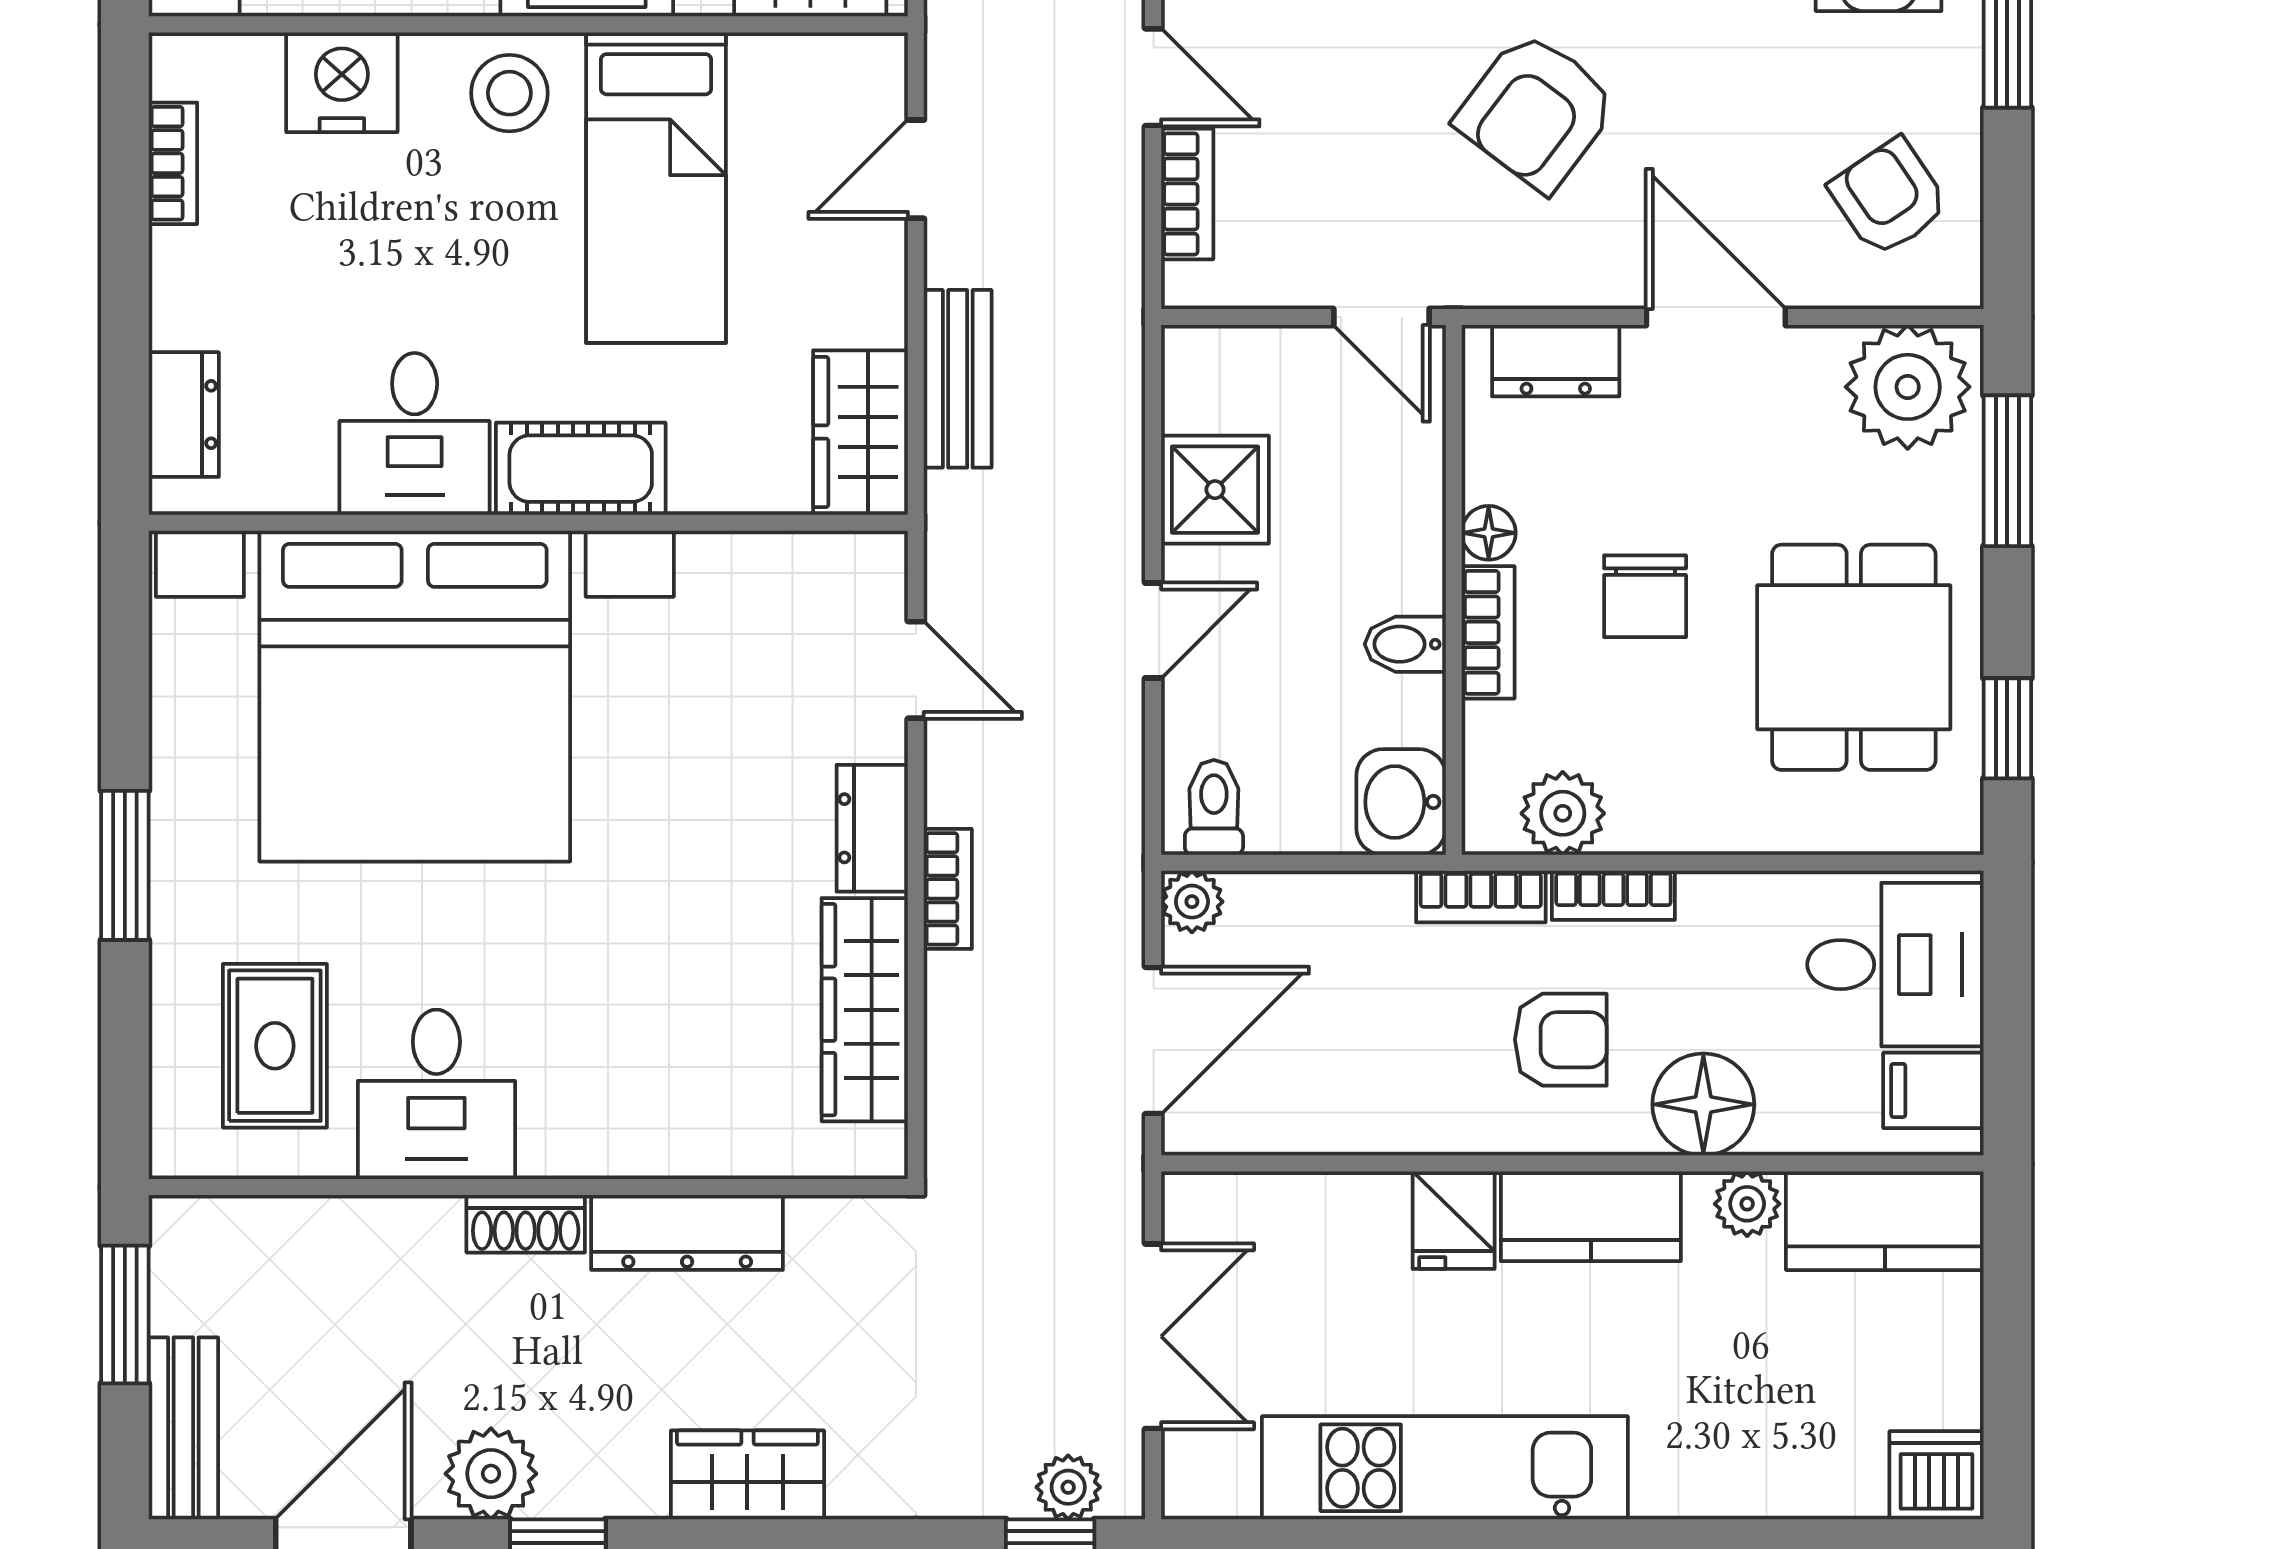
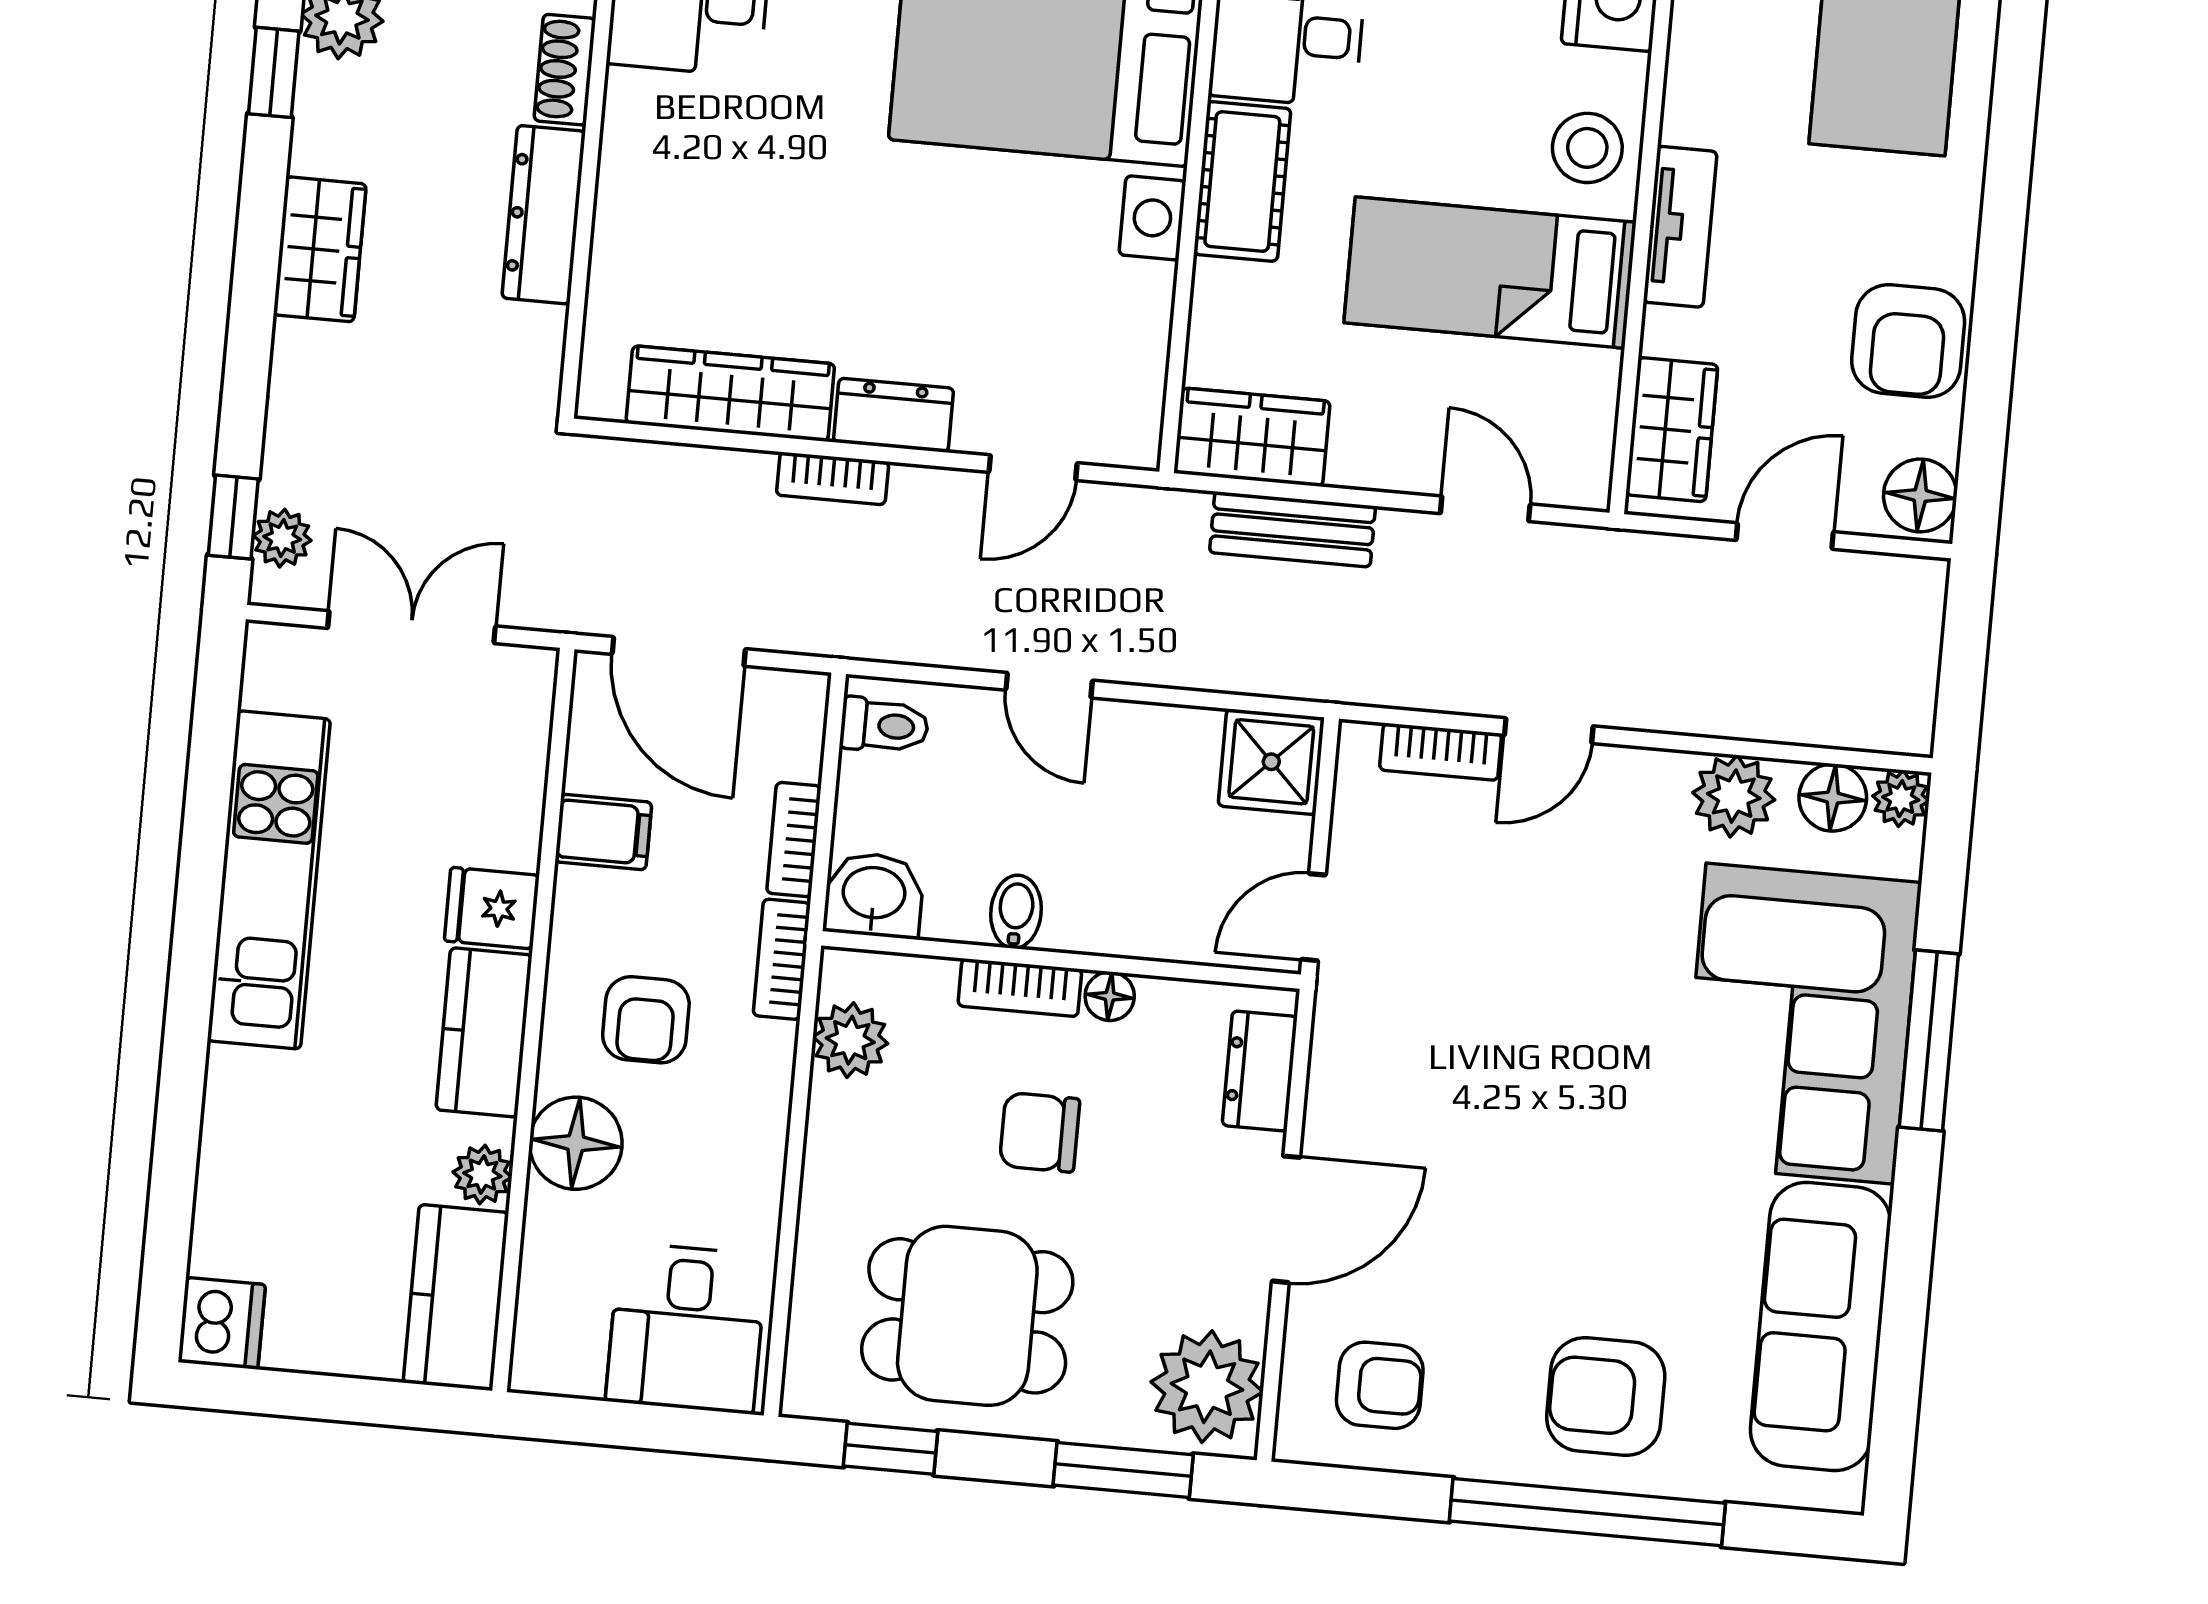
armchair: (1537, 111) -> (1486, 1074), removed
armchair: (1889, 197) -> (1380, 1385), turned 34
shower: (1215, 490) -> (1271, 762), moved
bookcase: (1613, 895) -> (794, 840), moved
plant: (1192, 902) -> (801, 698), removed
filing cabinet: (1933, 1090) -> (603, 832), moved, turned 90
double door: (1153, 1336) -> (412, 627), swing flipped

